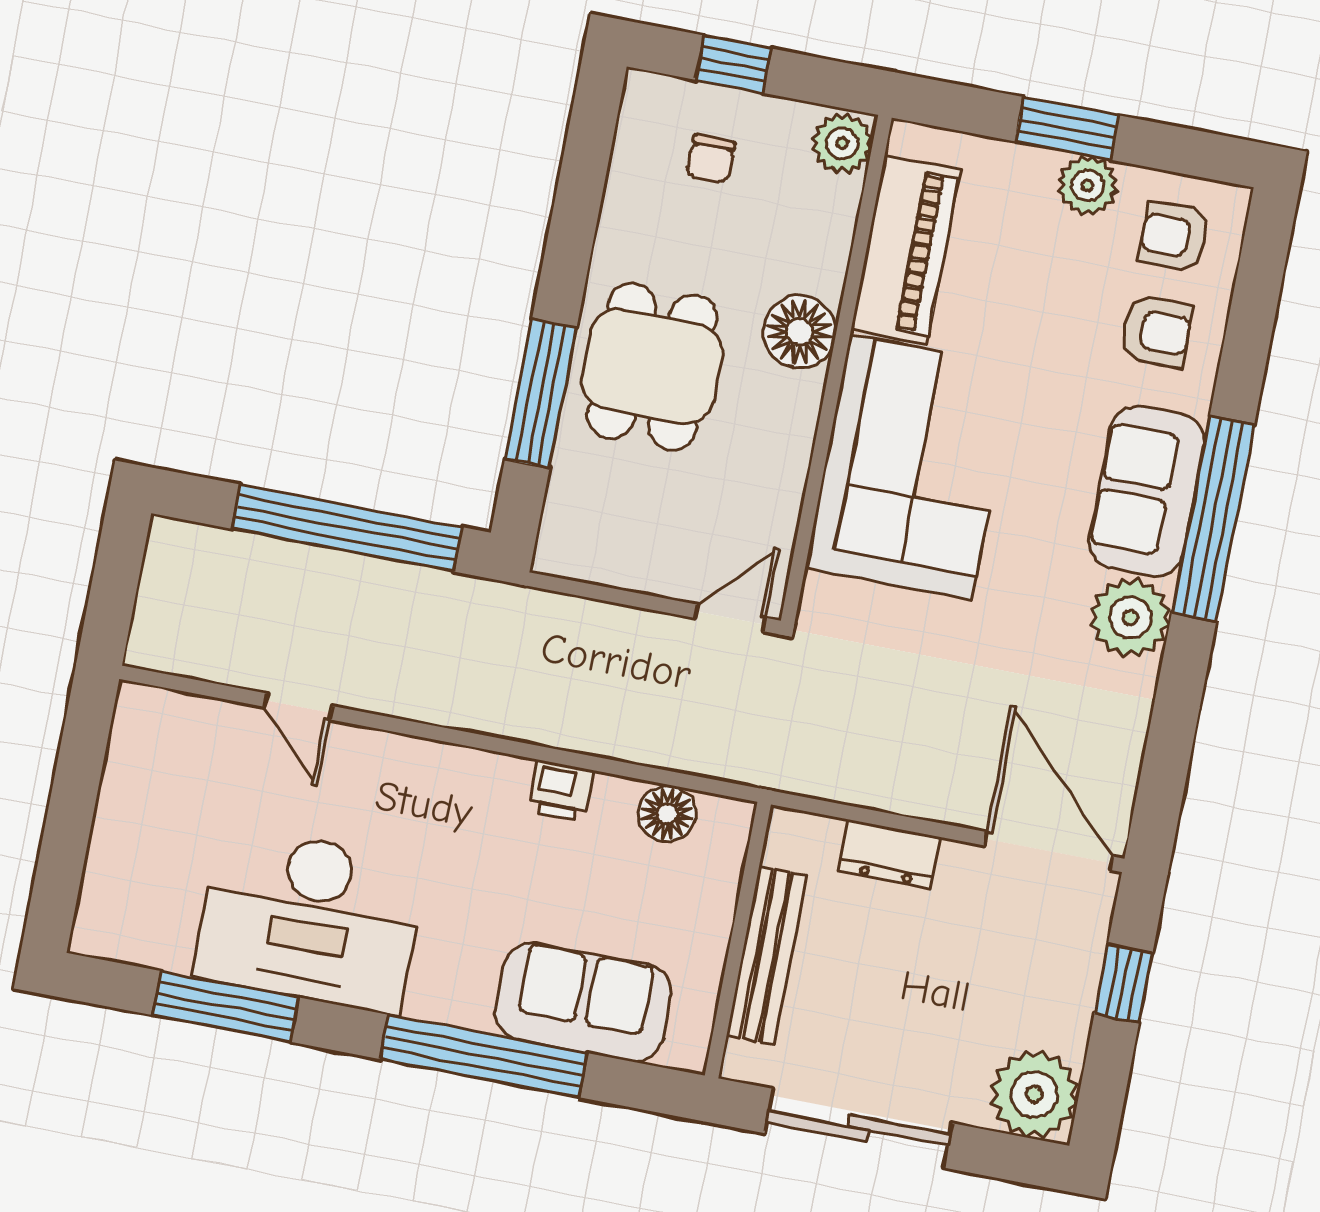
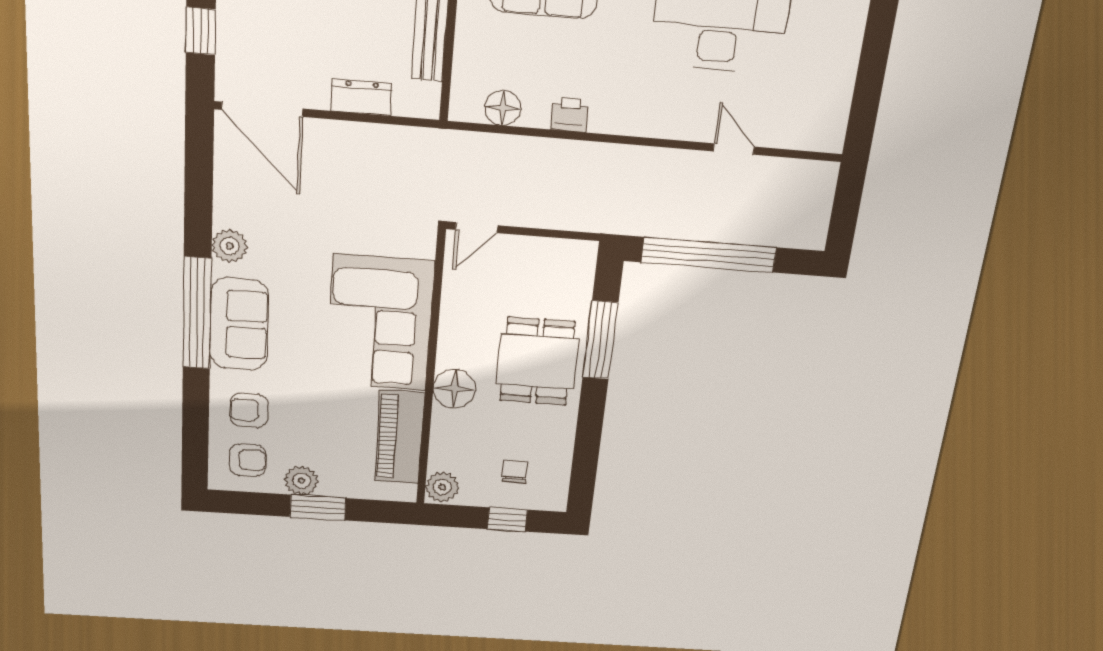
plant: (1130, 618) -> (230, 246), width x0.73, depth x0.73

